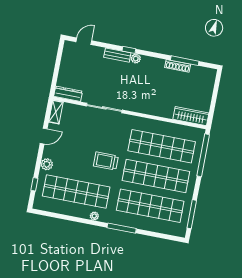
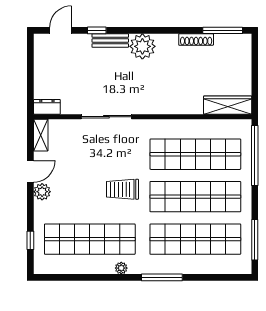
window: (129, 50) -> (97, 30), moved
plant: (136, 59) -> (142, 46), width x1.88, depth x1.88
window: (185, 61) -> (223, 30), moved
dresser: (68, 94) -> (47, 107), width x0.70
plant: (47, 164) -> (42, 192), moved

